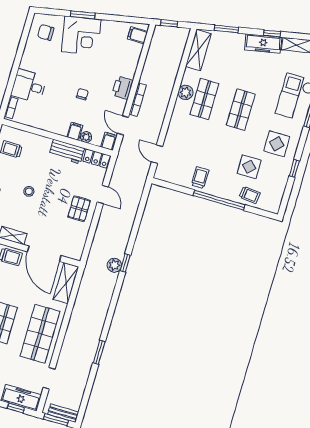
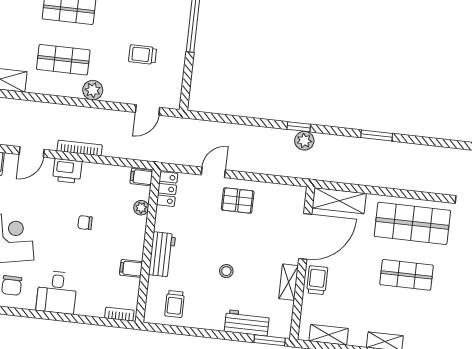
desk: (29, 86) -> (57, 292), moved
plant: (186, 92) -> (93, 90), moved
door: (123, 125) -> (32, 152), moved
filing cabinet: (75, 131) -> (131, 268), moved
workbench: (67, 152) -> (162, 254), moved
trolley: (200, 178) -> (143, 55), moved
window: (99, 352) -> (377, 136), moved

